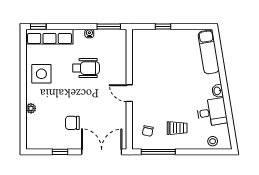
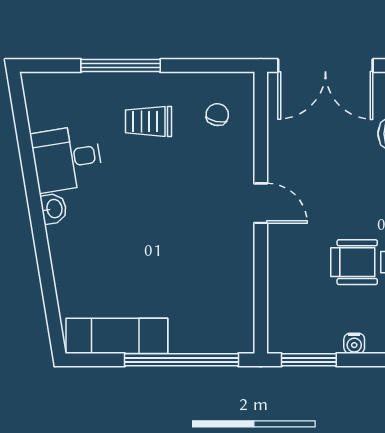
window: (163, 26) -> (182, 360), width x3.17
exam couch: (209, 52) -> (117, 336), moved, turned -81
stool: (213, 141) -> (65, 91), removed
window: (158, 152) -> (121, 66), moved

